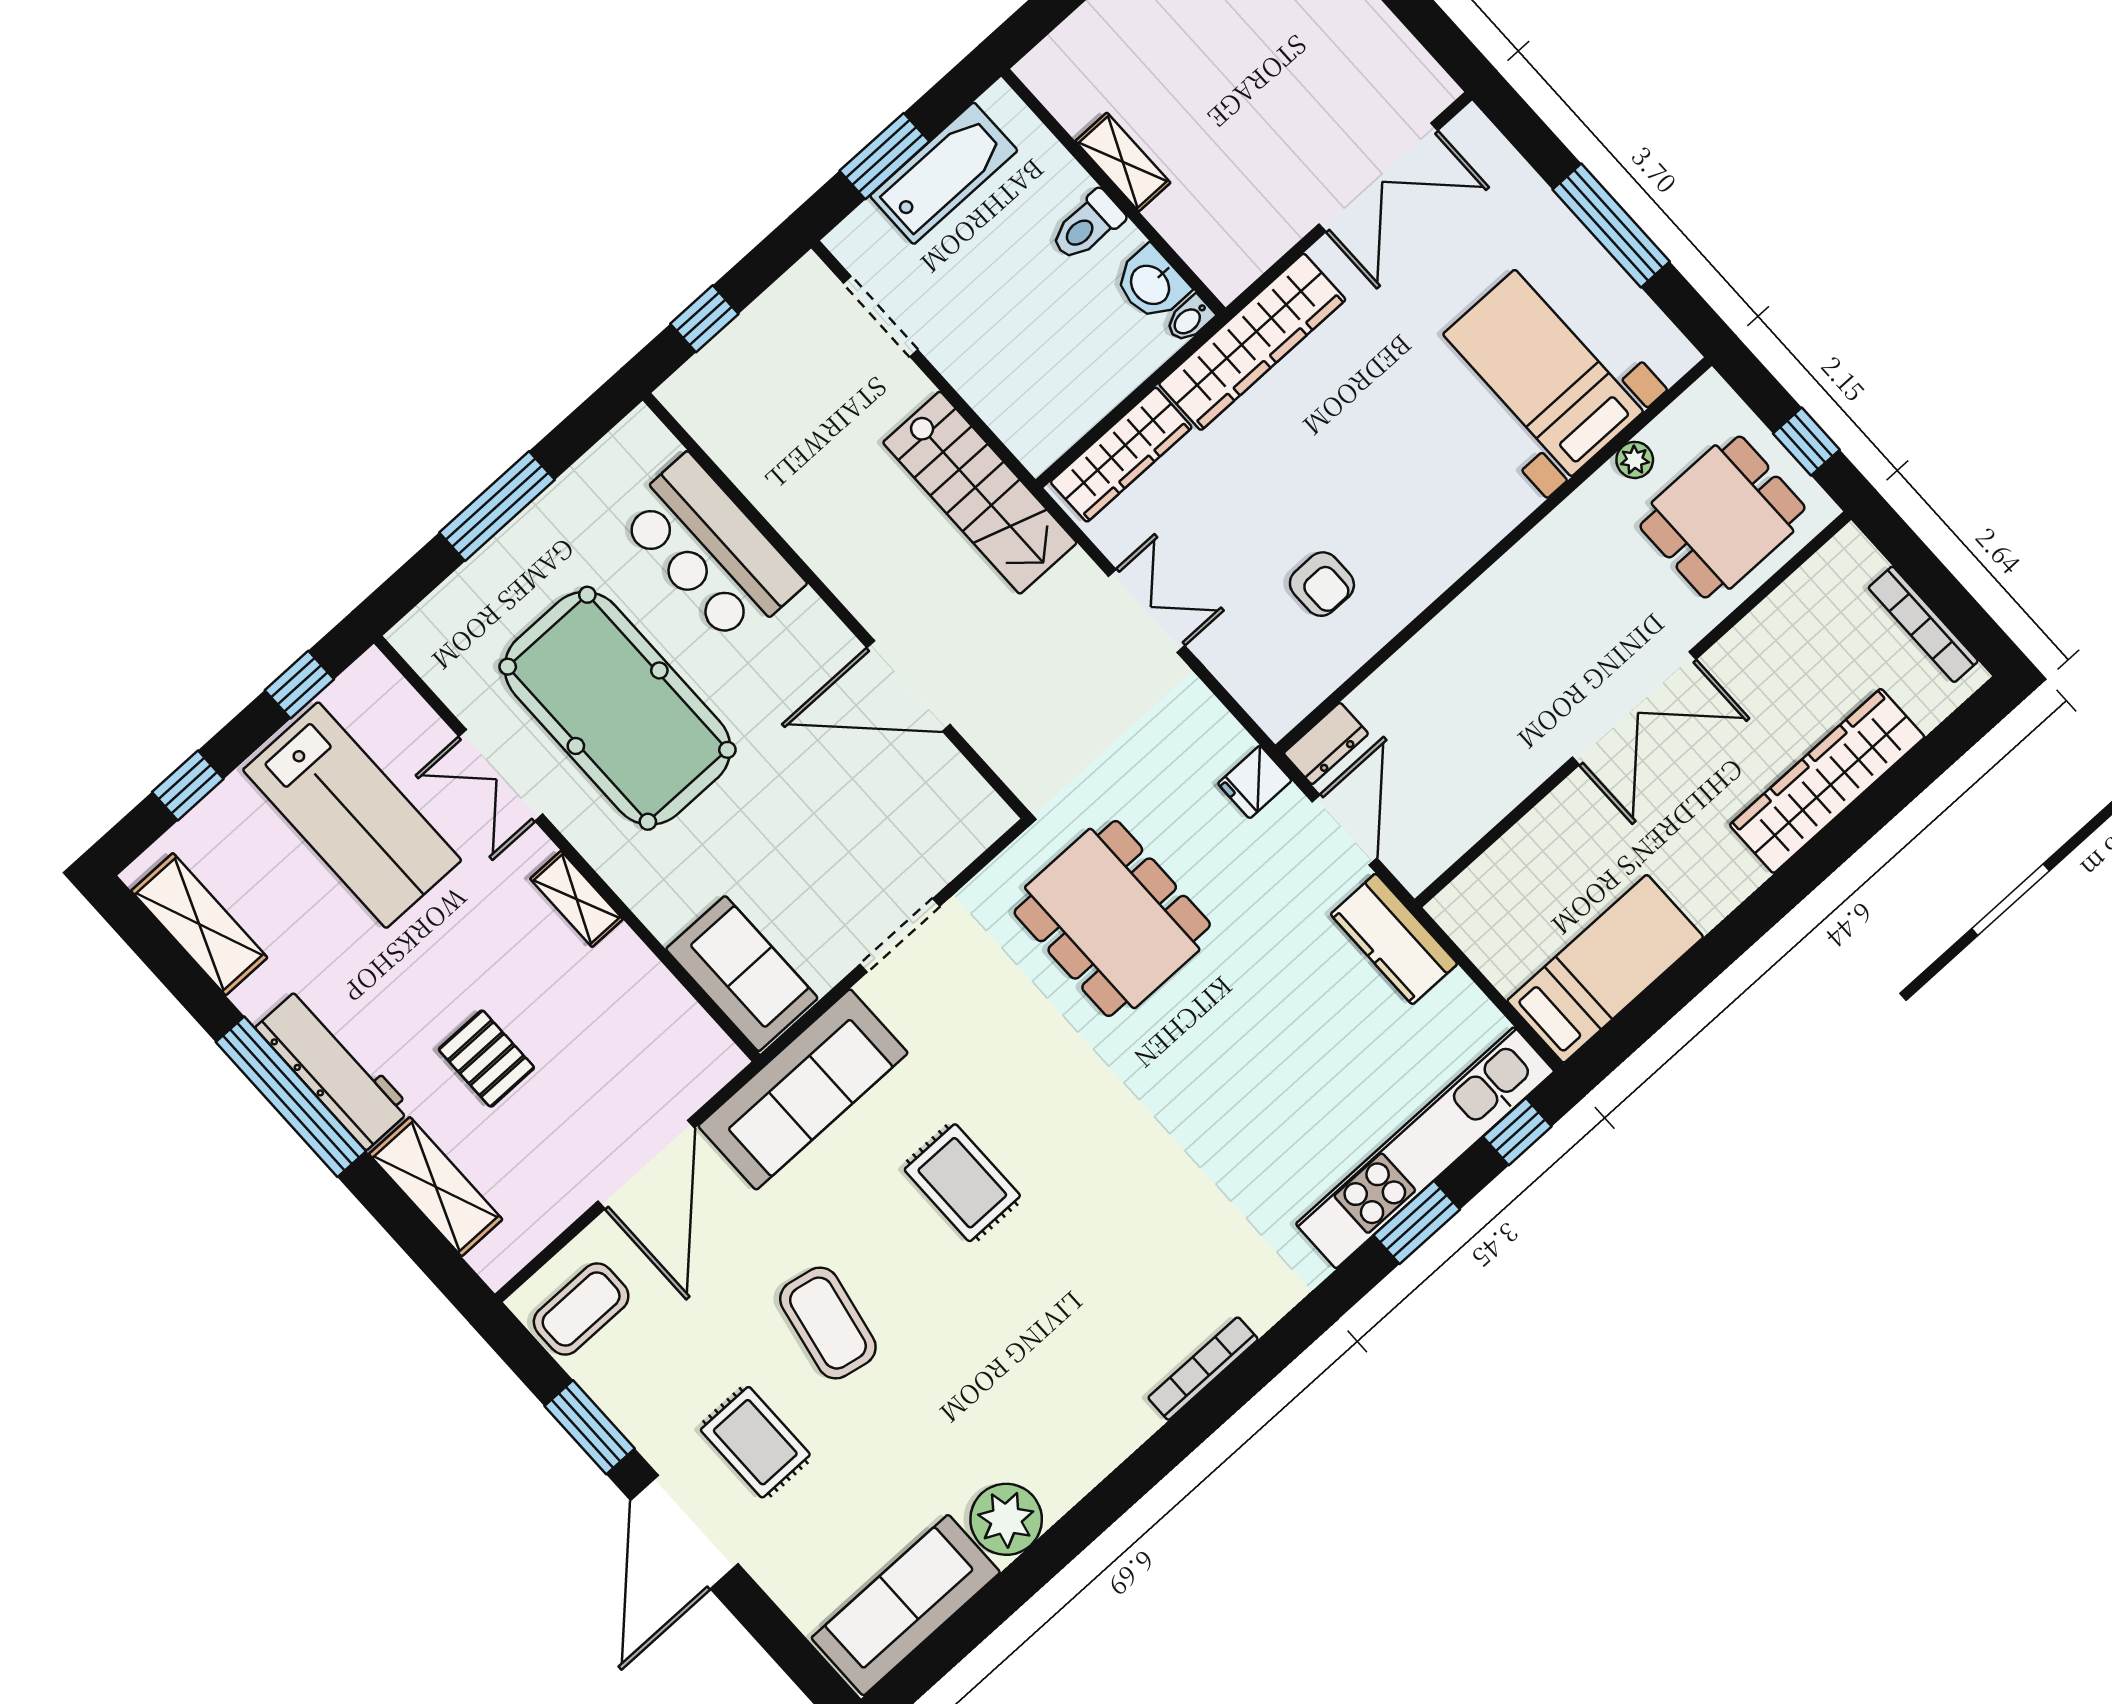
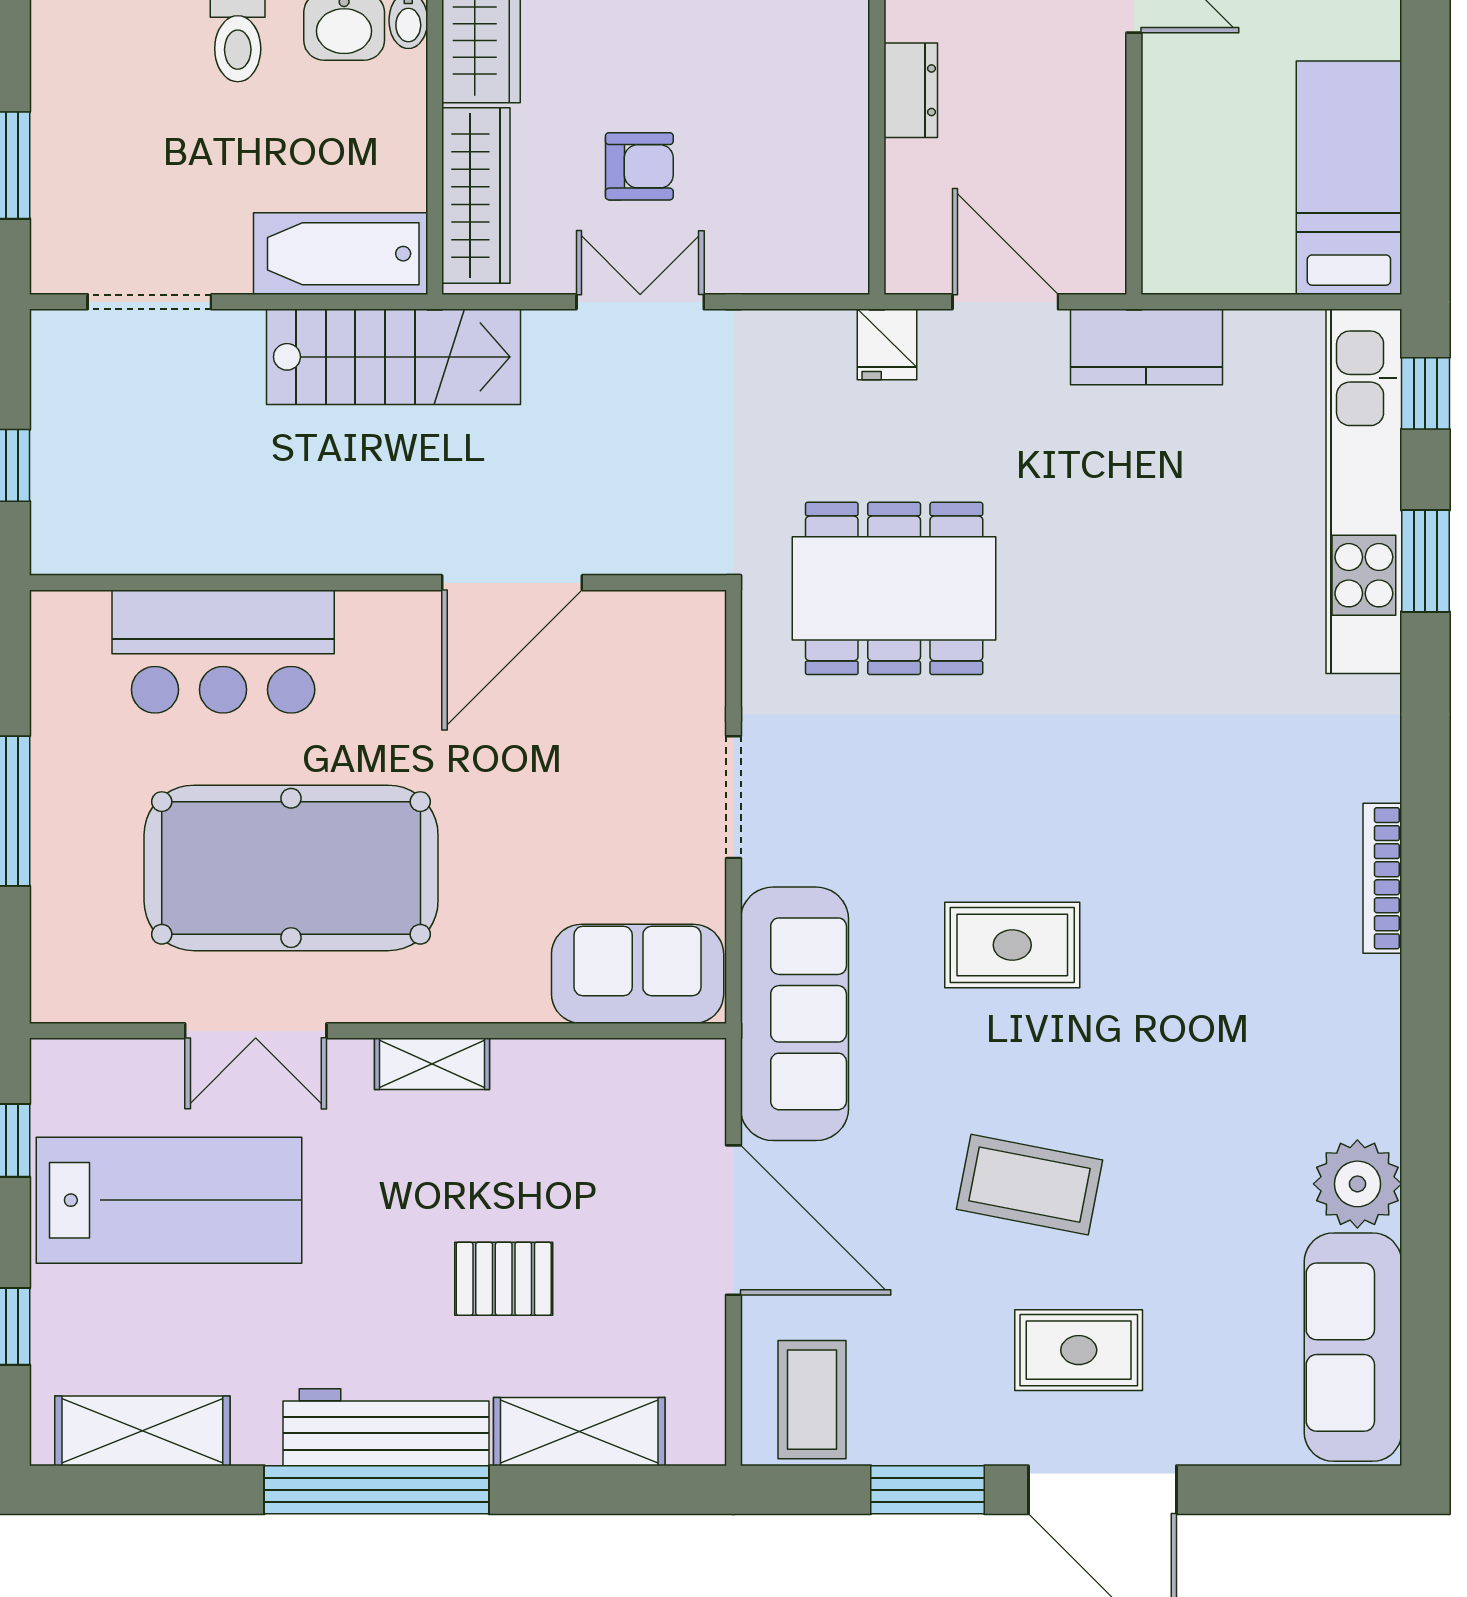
bathtub: (944, 173) -> (341, 254), moved, turned -90
armchair: (1322, 584) -> (639, 166), moved
dresser: (1326, 744) -> (911, 90), moved

